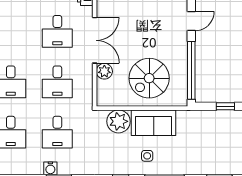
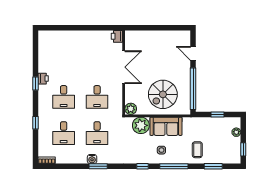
door: (191, 21) -> (193, 53), swing flipped
desk: (57, 31) -> (97, 61), removed
plant: (104, 71) -> (131, 109), moved
coffee table: (197, 155) -> (197, 150), added

